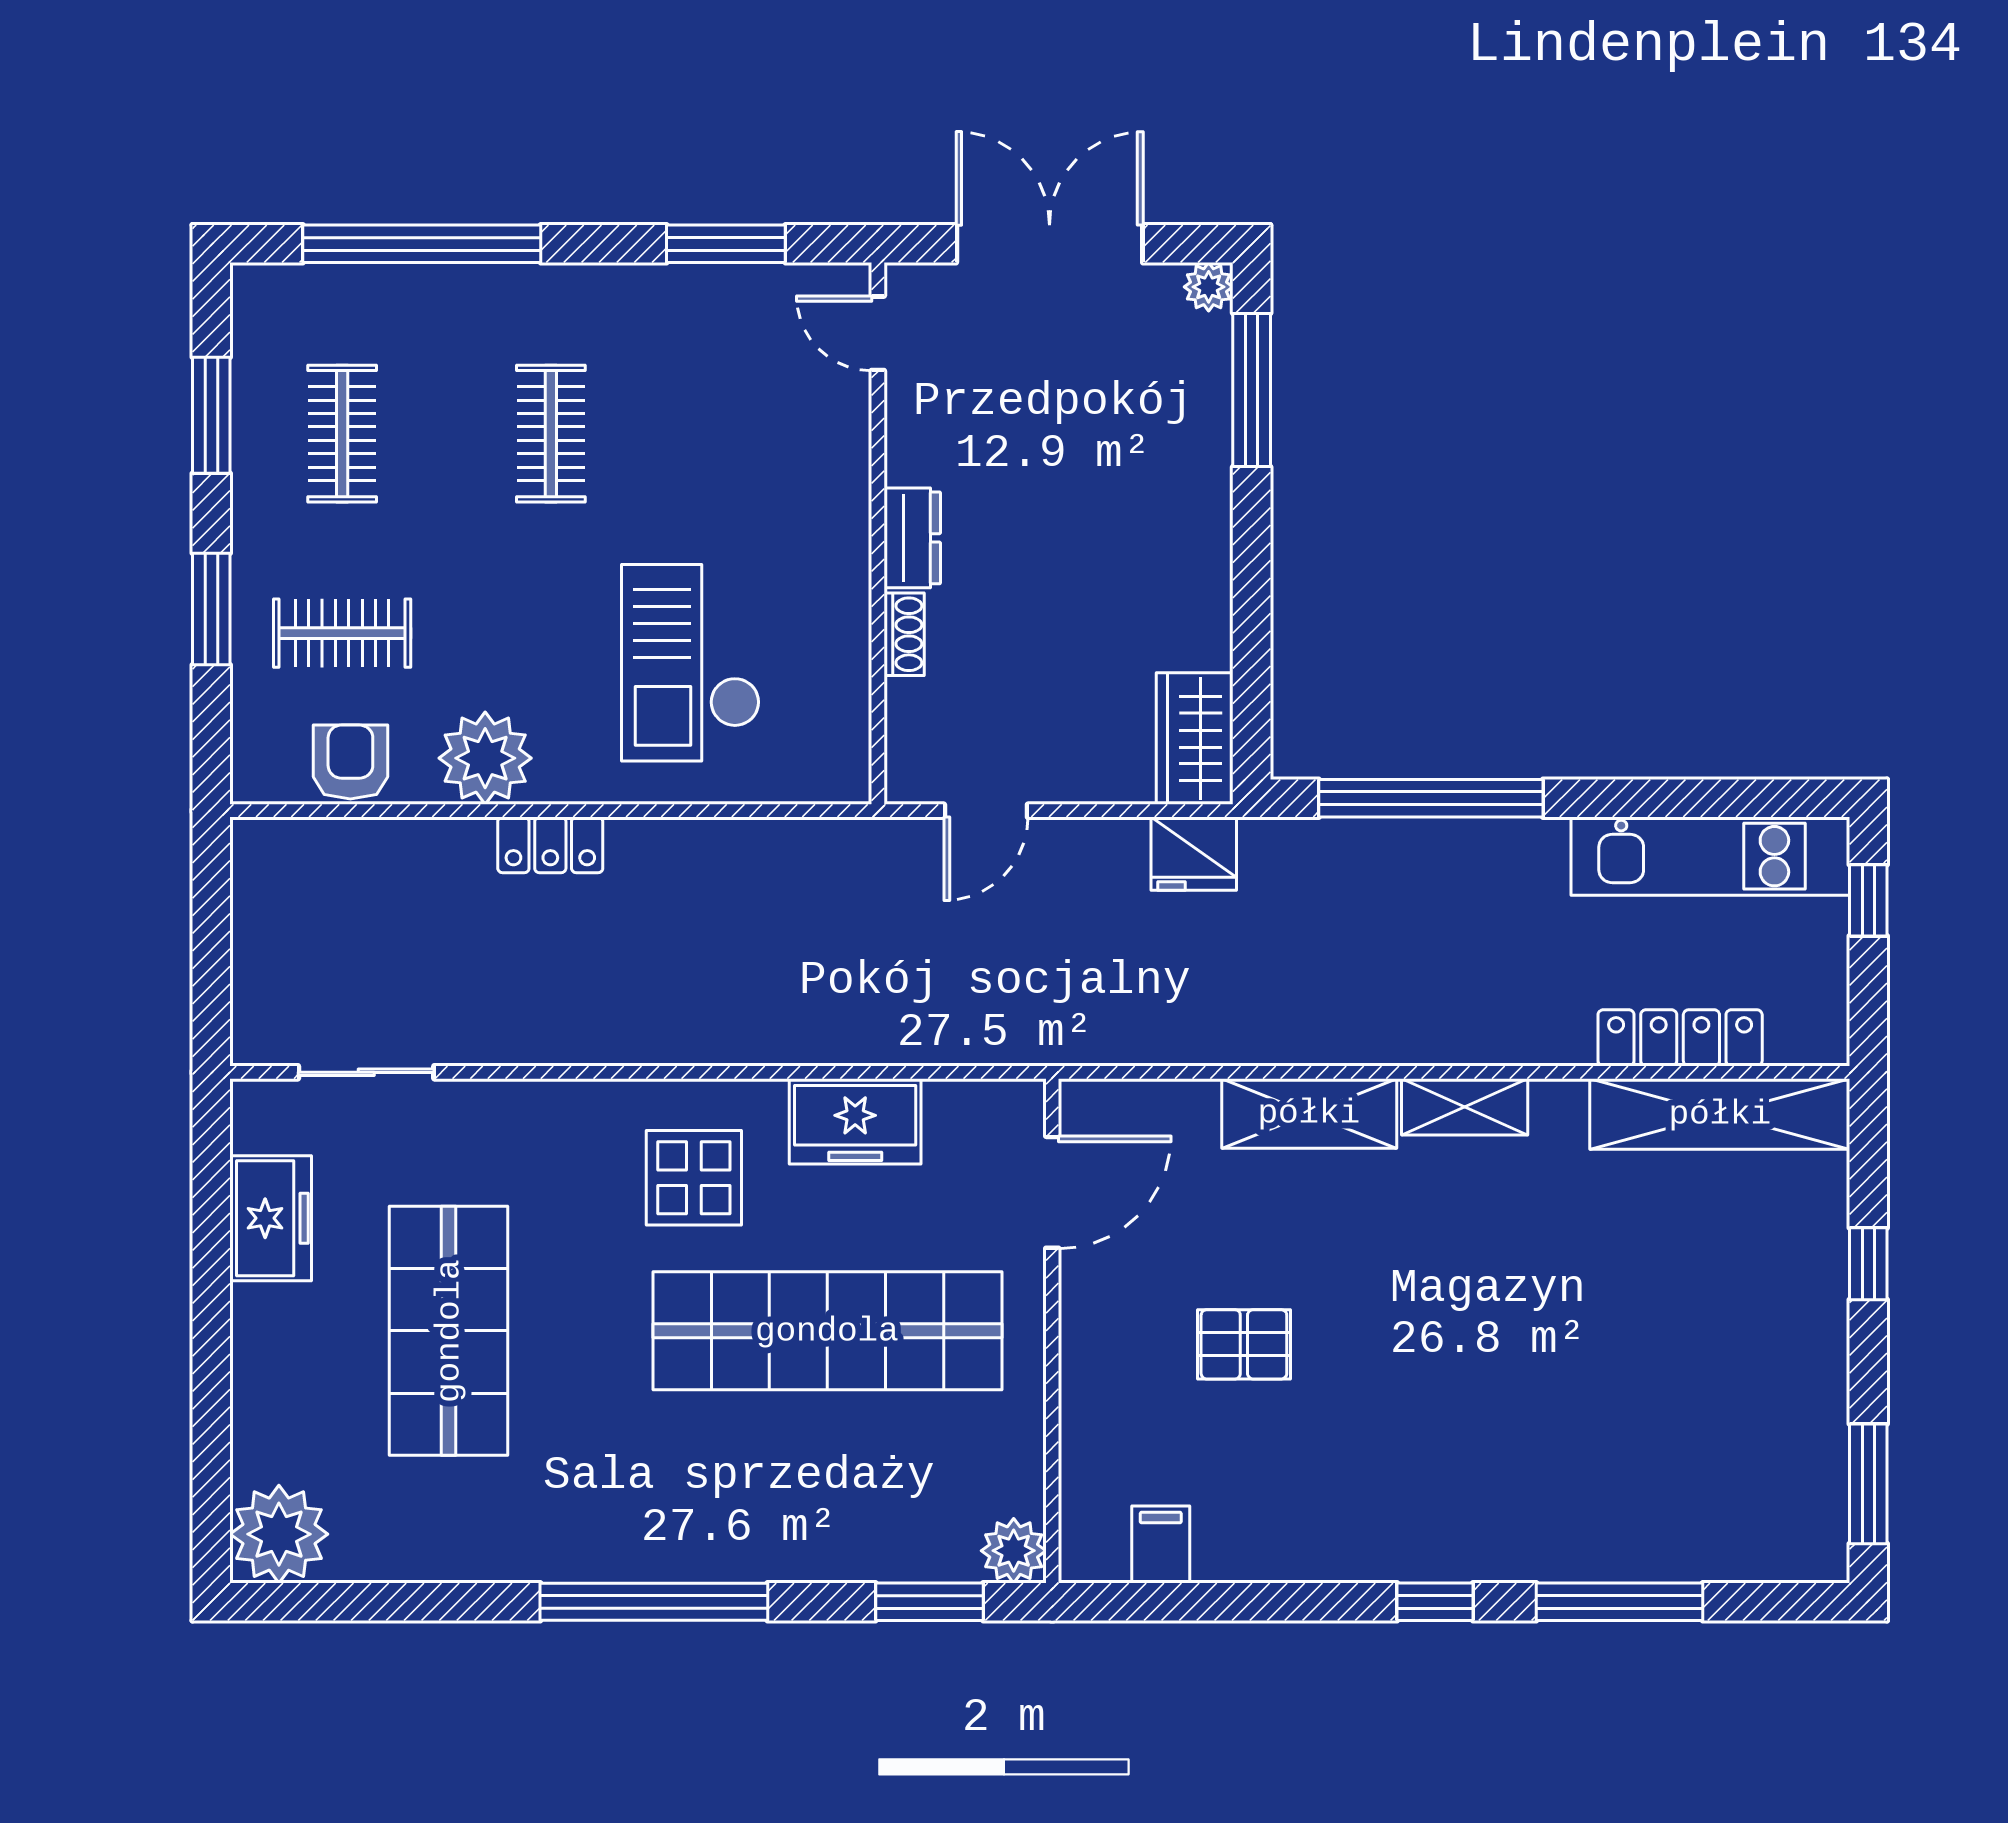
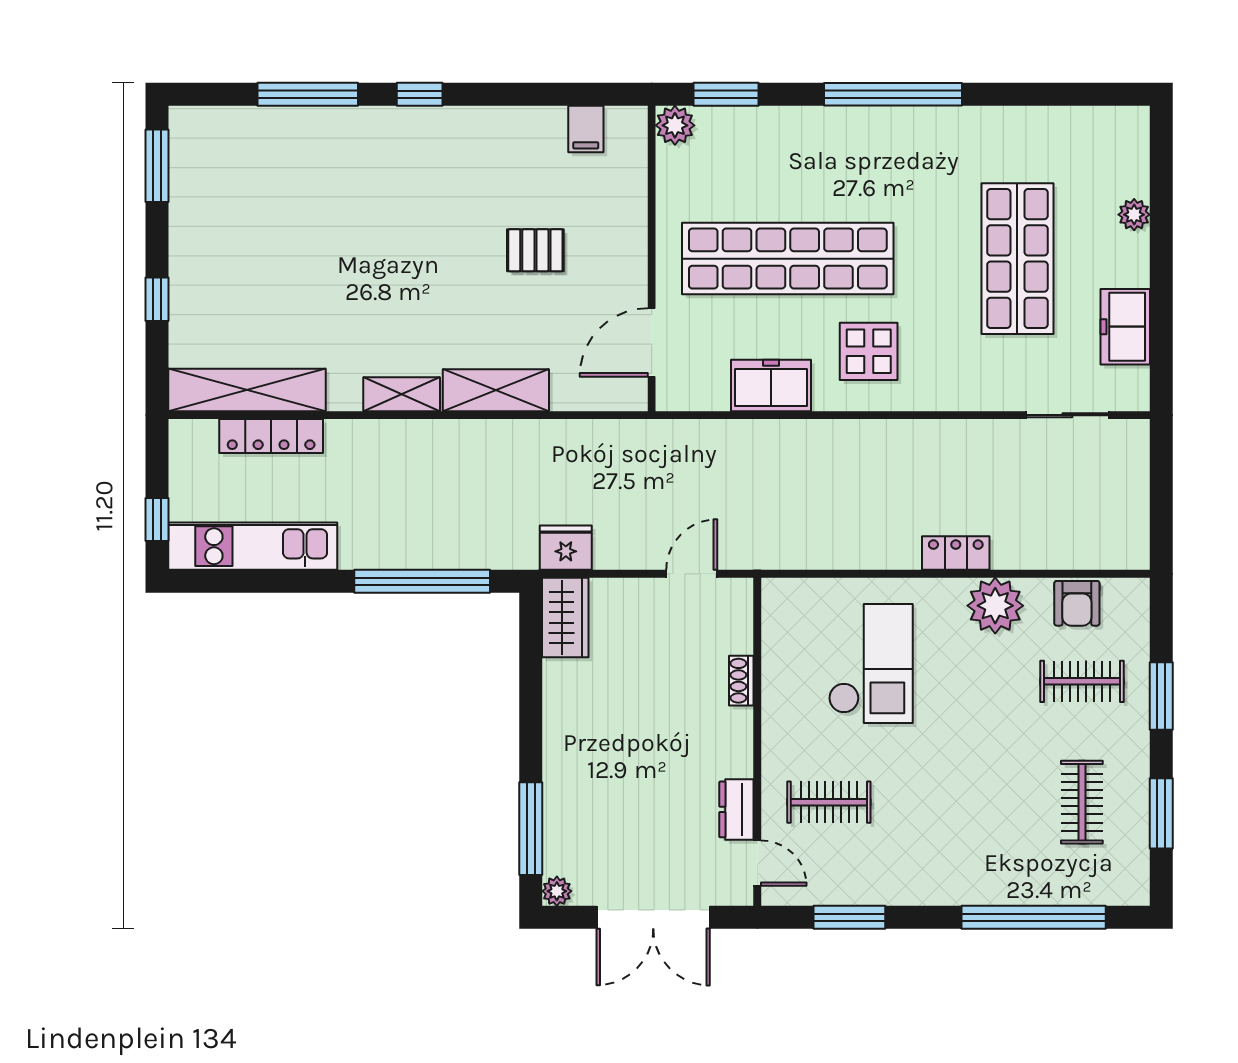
clothes rail: (551, 434) -> (829, 802), moved, turned 90
dresser: (912, 538) -> (736, 809), moved
plant: (279, 1534) -> (1134, 215), moved, width x0.53, depth x0.53

